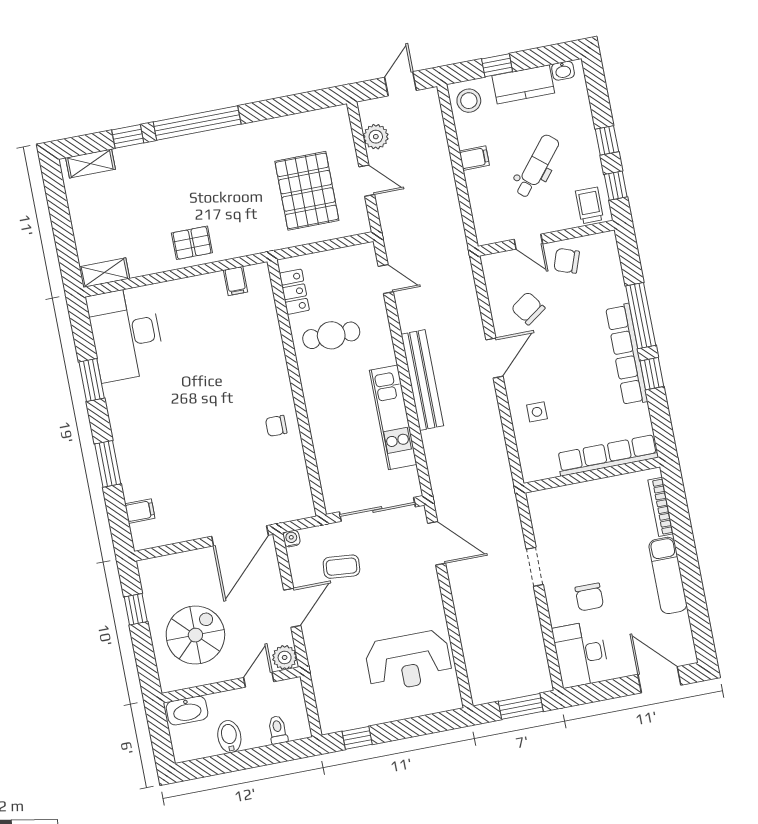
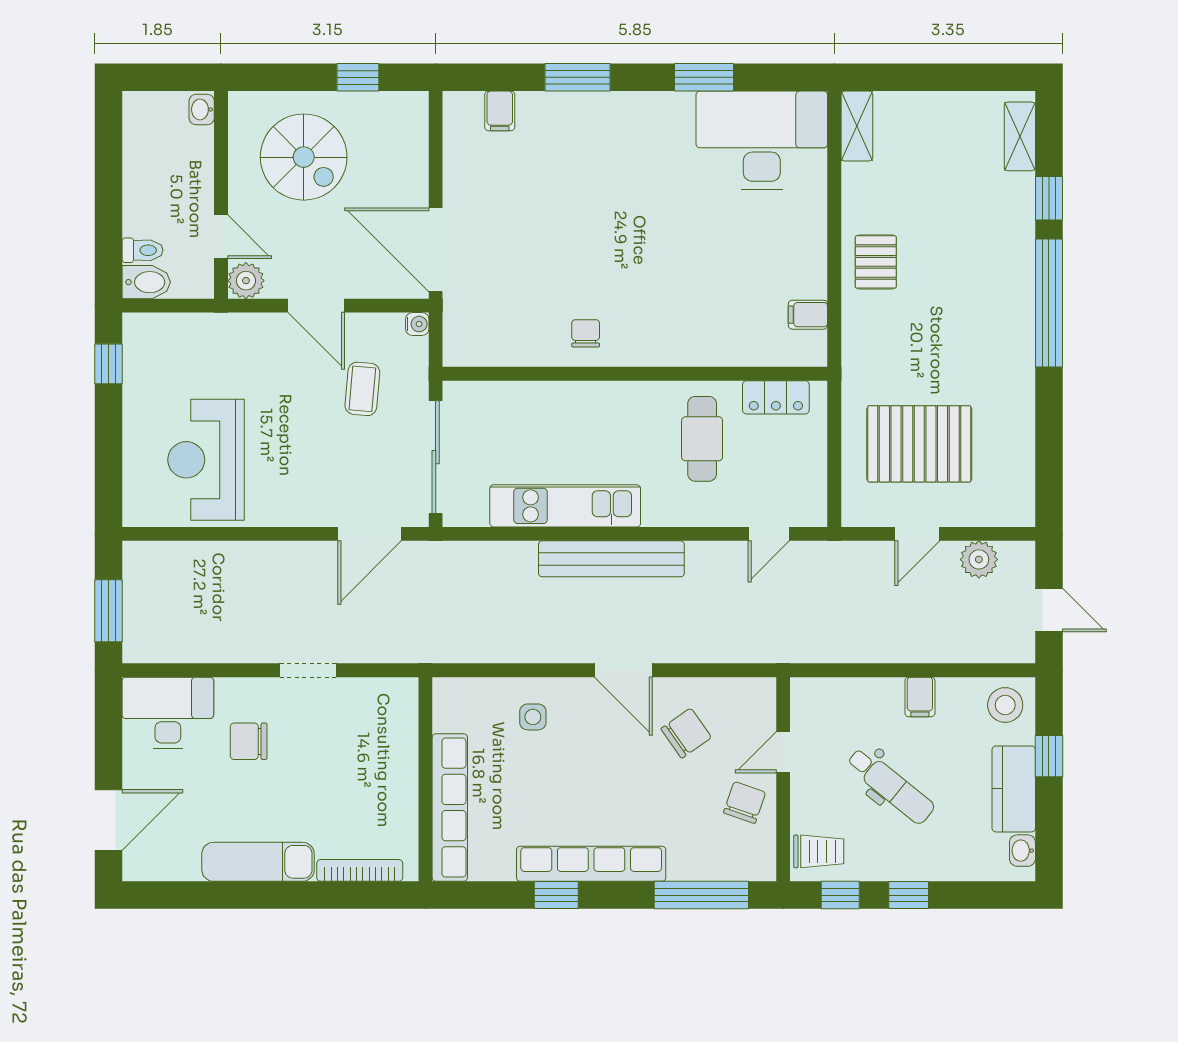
window: (641, 316) -> (701, 895), moved
washbasin: (187, 711) -> (202, 109), width x0.52, depth x0.69
bidet: (229, 737) -> (146, 282), moved

